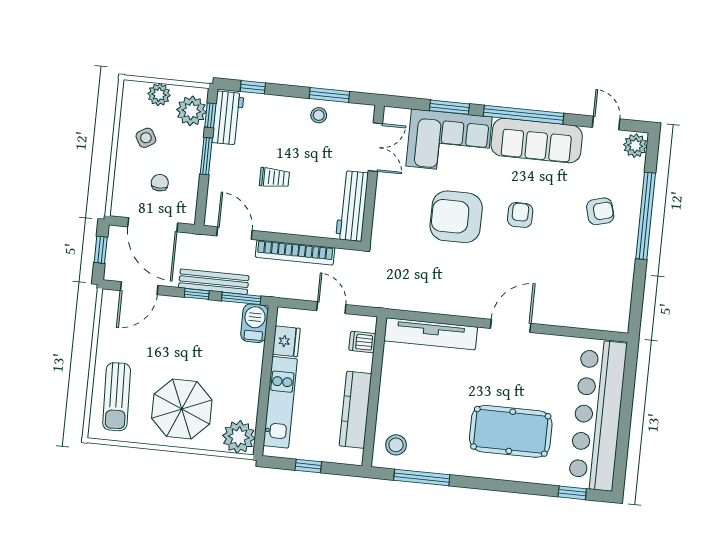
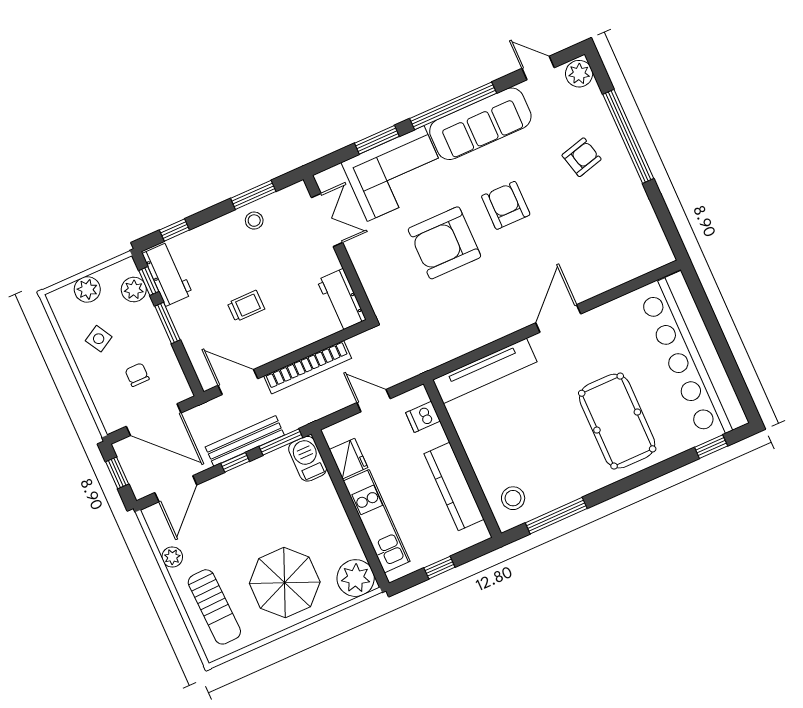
plant: (191, 111) -> (134, 289), width x0.73, depth x0.73
workbench: (352, 206) -> (341, 300), width x0.73
armchair: (520, 215) -> (506, 205), width x1.38, depth x1.38
plant: (106, 339) -> (172, 557), added
pool table: (511, 431) -> (617, 421), turned 90

